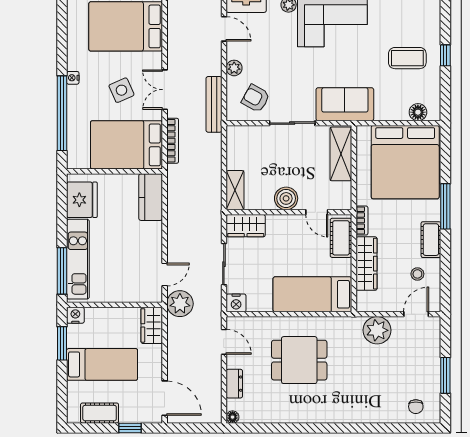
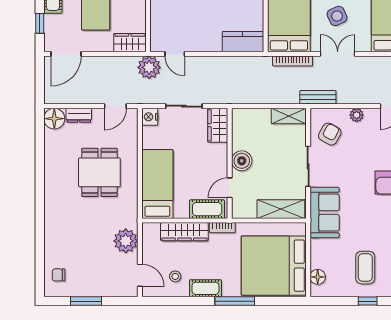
bench: (214, 104) -> (318, 97), width x0.73
shelving: (235, 190) -> (289, 116), moved
floor lamp: (233, 417) -> (54, 119), width x1.89, depth x1.89

